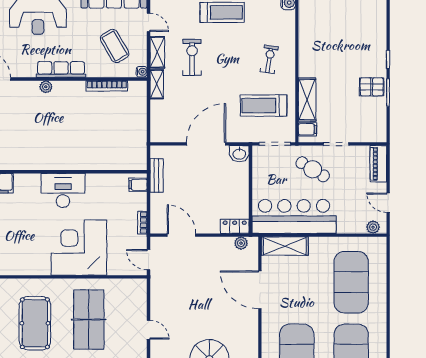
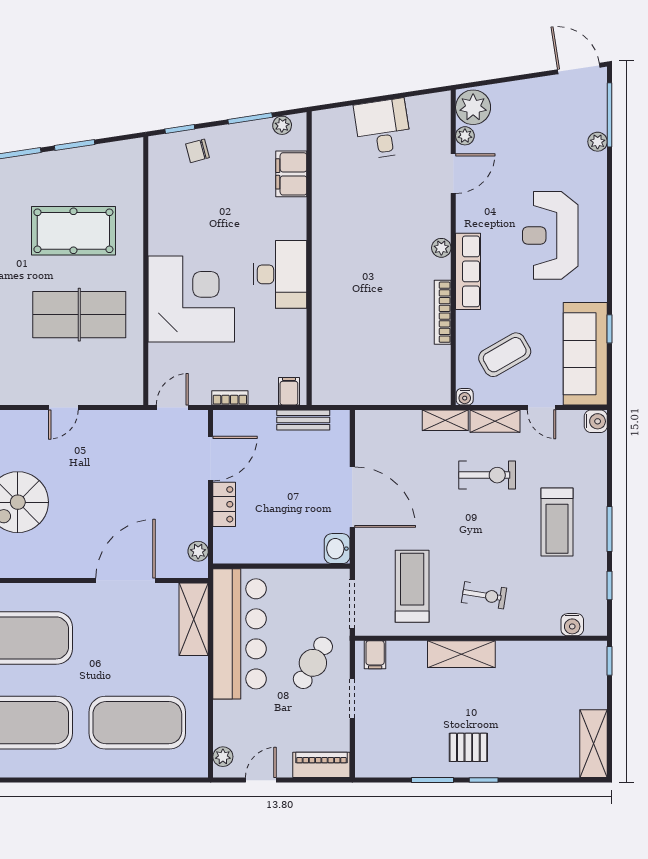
door: (149, 22) -> (541, 408), hinge flipped
bookcase: (107, 86) -> (443, 312), moved
pallet: (372, 87) -> (468, 747), moved, turned 90
shelving: (307, 100) -> (461, 654), moved
locker: (235, 226) -> (224, 504), moved

